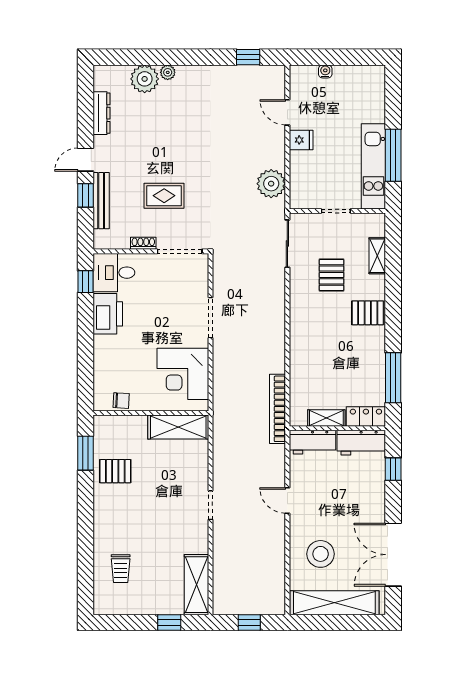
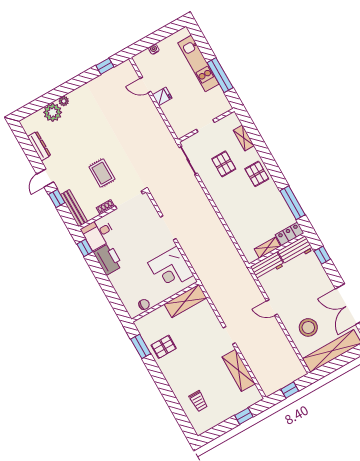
kitchen unit: (373, 166) -> (198, 63), moved
plant: (271, 184) -> (159, 131), removed
rug: (164, 196) -> (102, 173), turned 90
bench: (101, 201) -> (74, 208), moved
pallet: (368, 313) -> (257, 174), turned 90
bookcase: (278, 409) -> (236, 258), removed
shelving: (196, 585) -> (239, 370), moved

